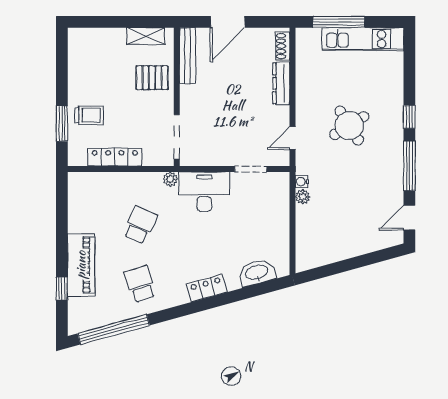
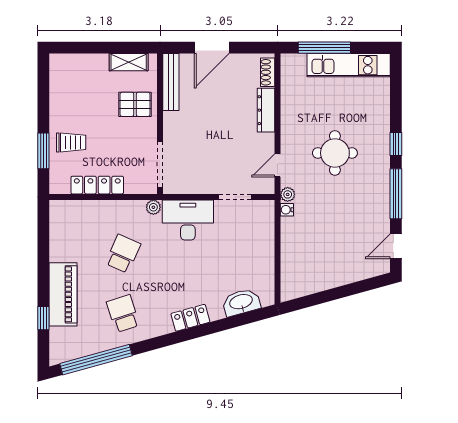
round table: (349, 126) -> (335, 153), turned 32
plant: (303, 197) -> (288, 194), moved

